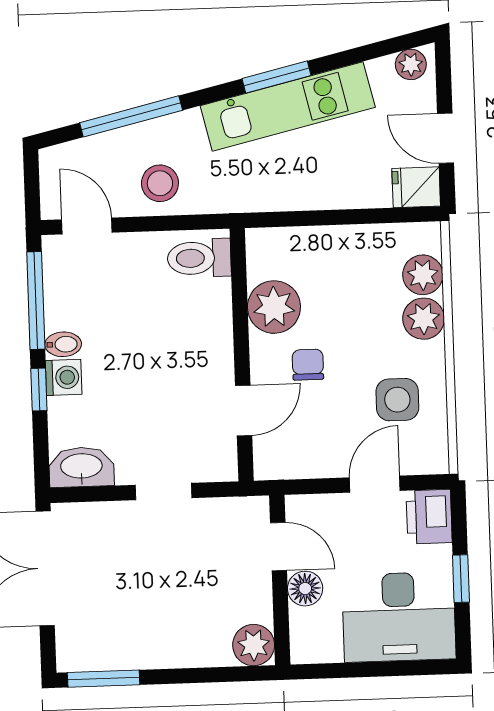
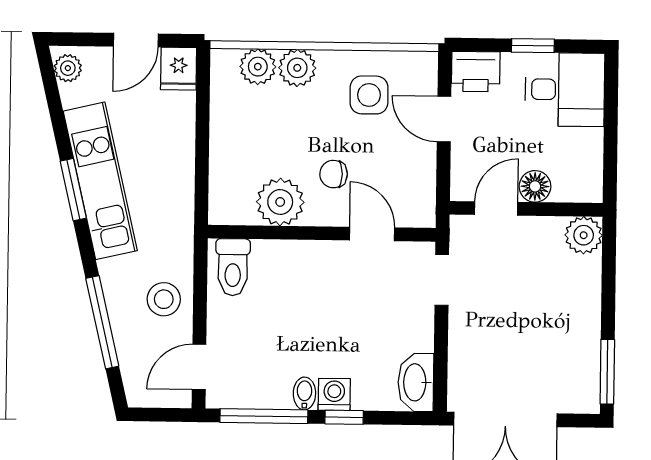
doorway: (163, 491) -> (442, 280), moved
desk: (399, 617) -> (565, 90), width x0.73

